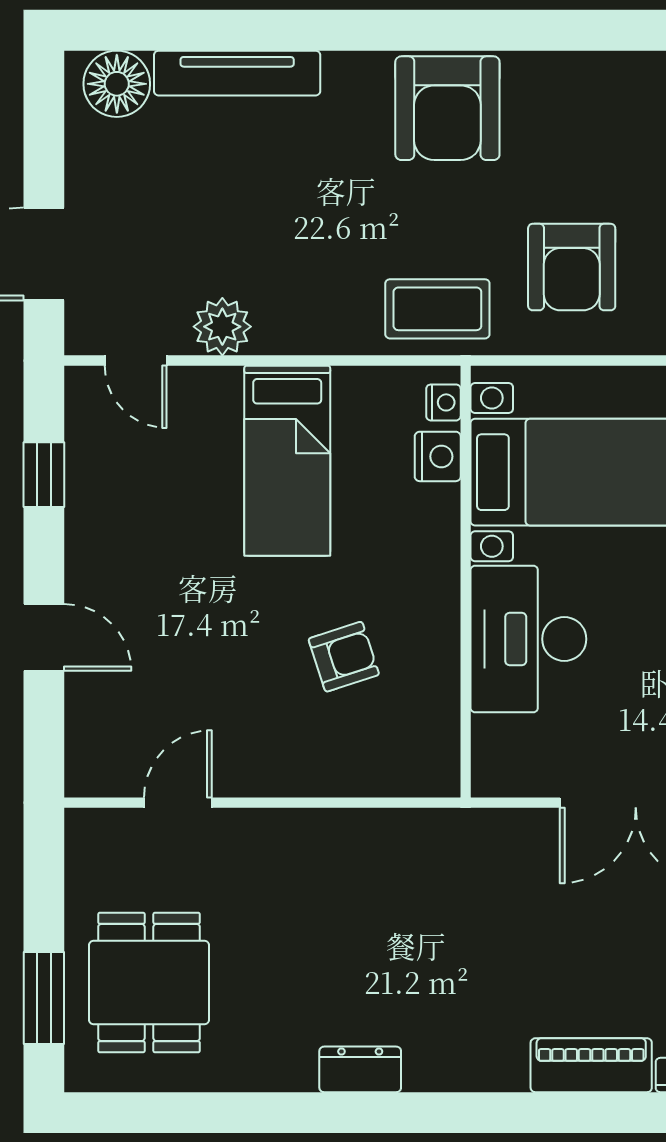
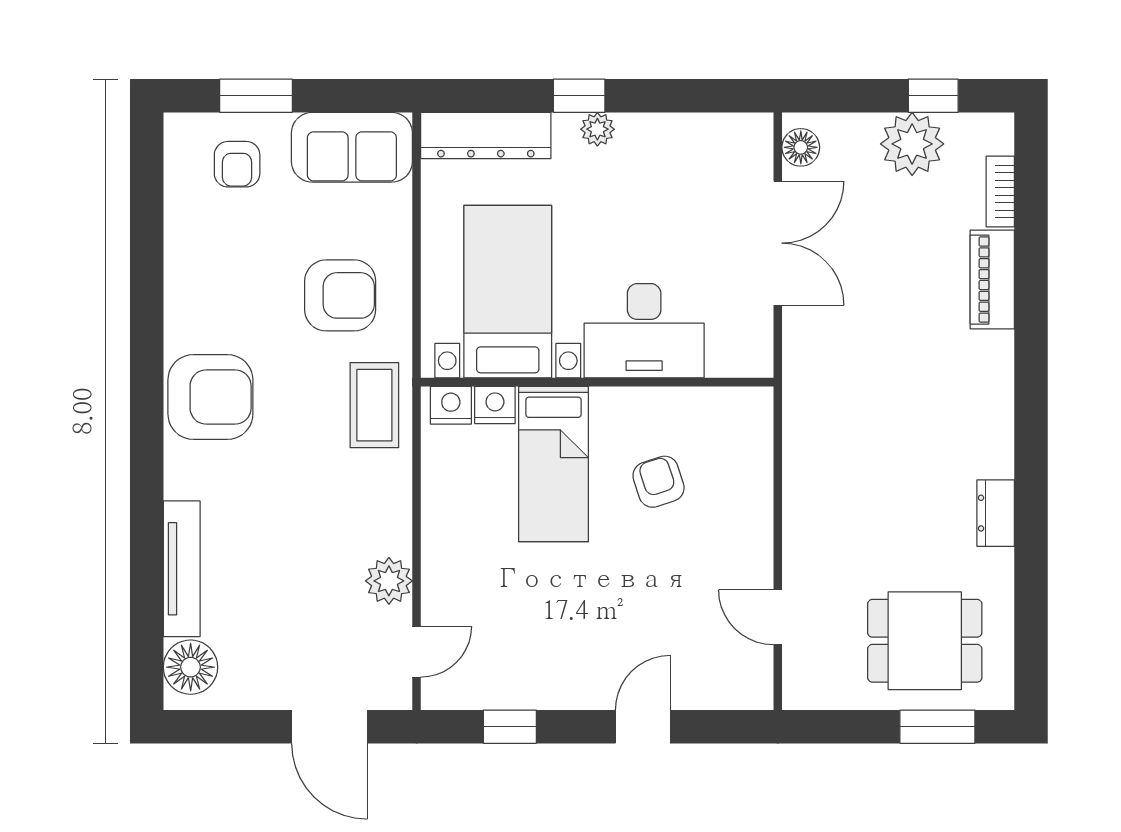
nightstand: (443, 402) -> (451, 405), width x1.39, depth x1.35
bed: (287, 461) -> (553, 464), moved, turned 90
dresser: (360, 1069) -> (996, 513), moved

